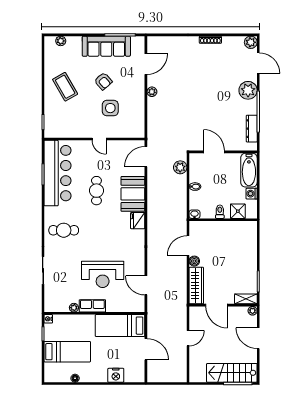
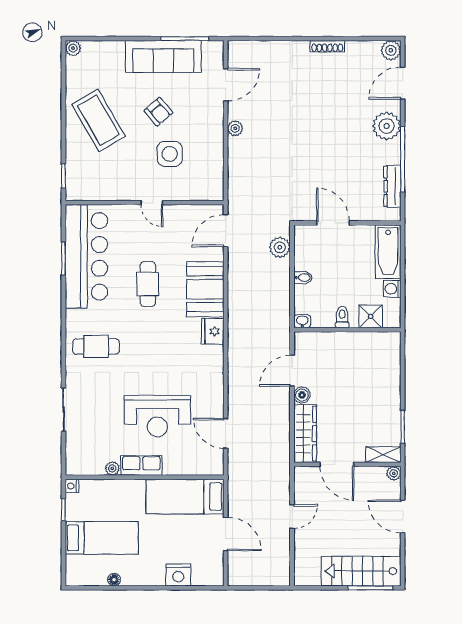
plant: (61, 41) -> (73, 48), moved
door: (258, 63) -> (403, 83), swing flipped
coffee table: (65, 87) -> (98, 120), width x1.36, depth x1.32

